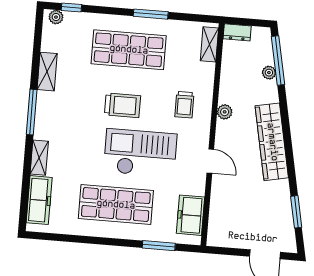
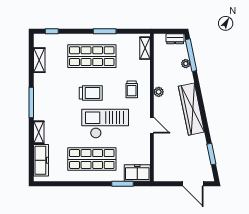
plant: (56, 17) -> (42, 38), removed
dresser: (237, 32) -> (175, 39), moved
shelving: (47, 72) -> (39, 60), moved
freezer: (190, 215) -> (137, 173), moved, turned 90

